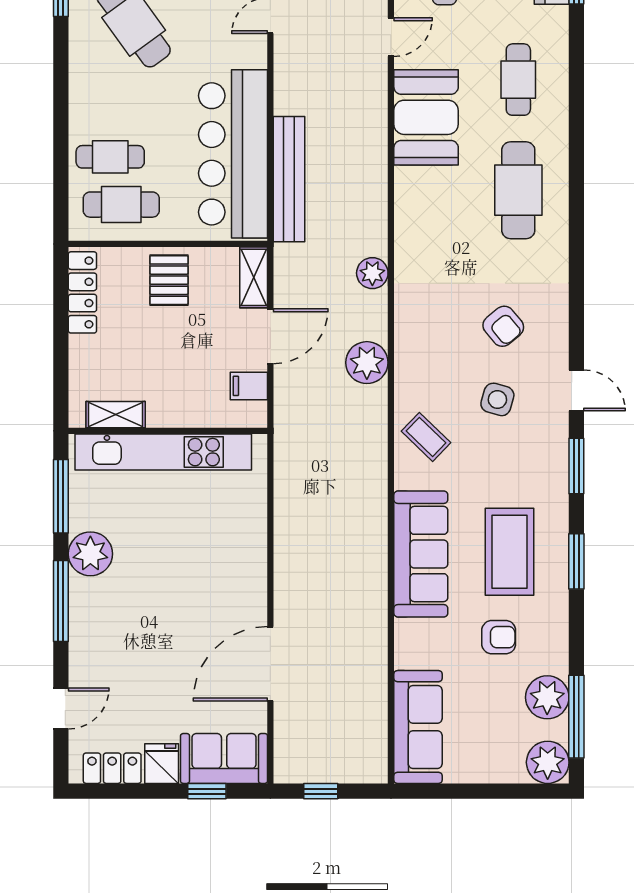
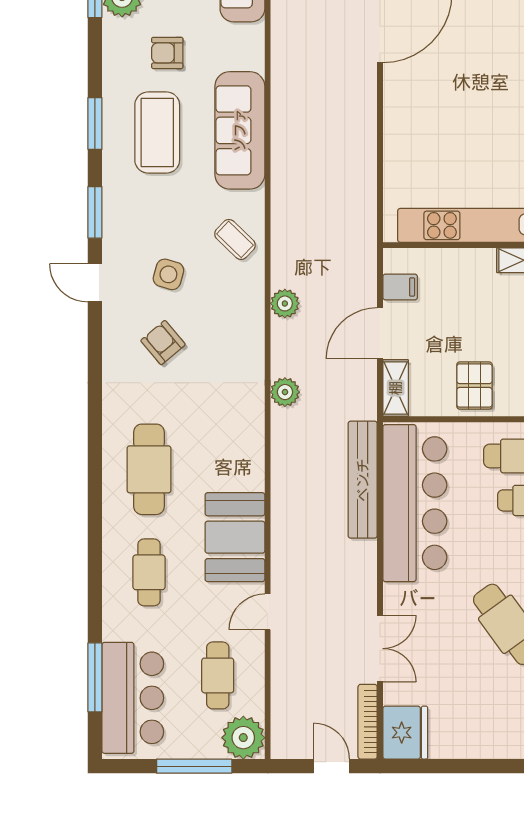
plant: (367, 363) -> (285, 303), width x0.73, depth x0.73

